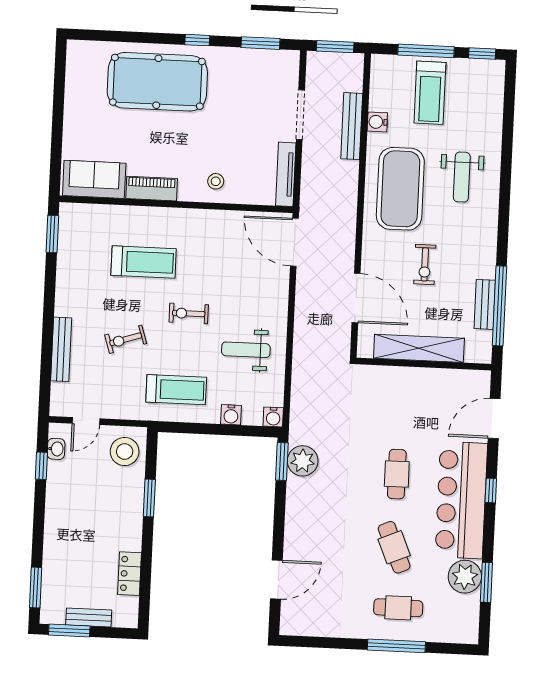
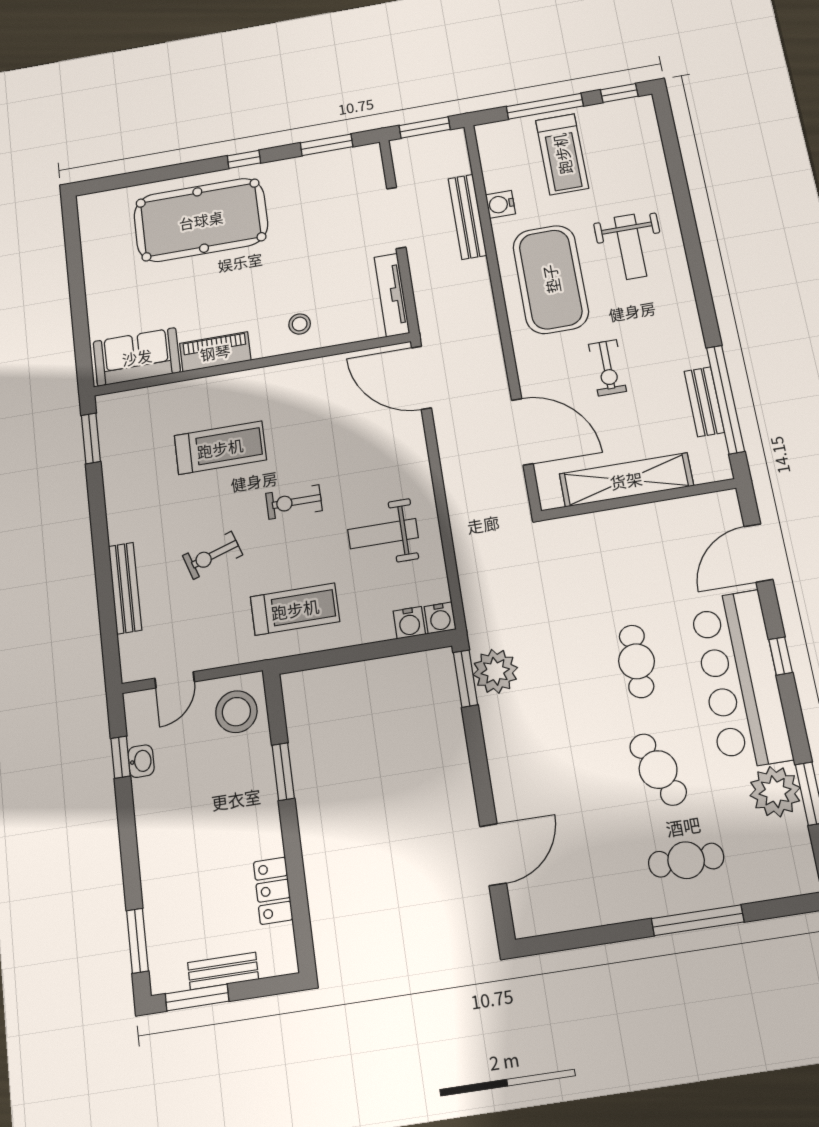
water cooler: (231, 415) -> (409, 623), moved
washbasin: (56, 449) -> (141, 761), moved

